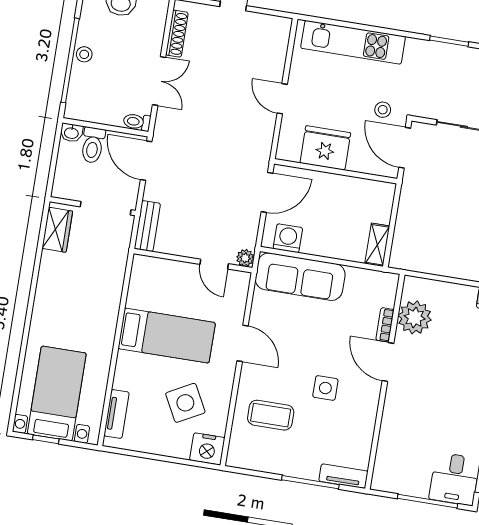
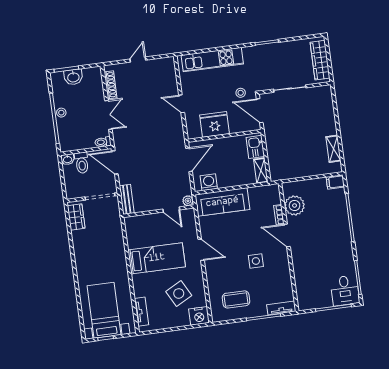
kitchen sink: (380, 204) -> (255, 147), added
coffee table: (271, 415) -> (236, 299), moved

